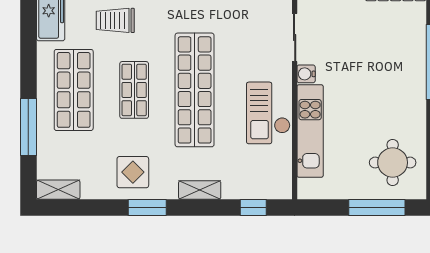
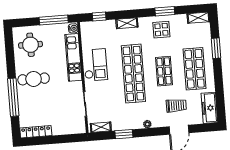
water cooler: (306, 74) -> (73, 28), moved
cafe table: (392, 95) -> (34, 79), added
window: (28, 127) -> (216, 48), width x0.69
window: (147, 208) -> (165, 11), moved
window: (377, 208) -> (54, 20), moved

